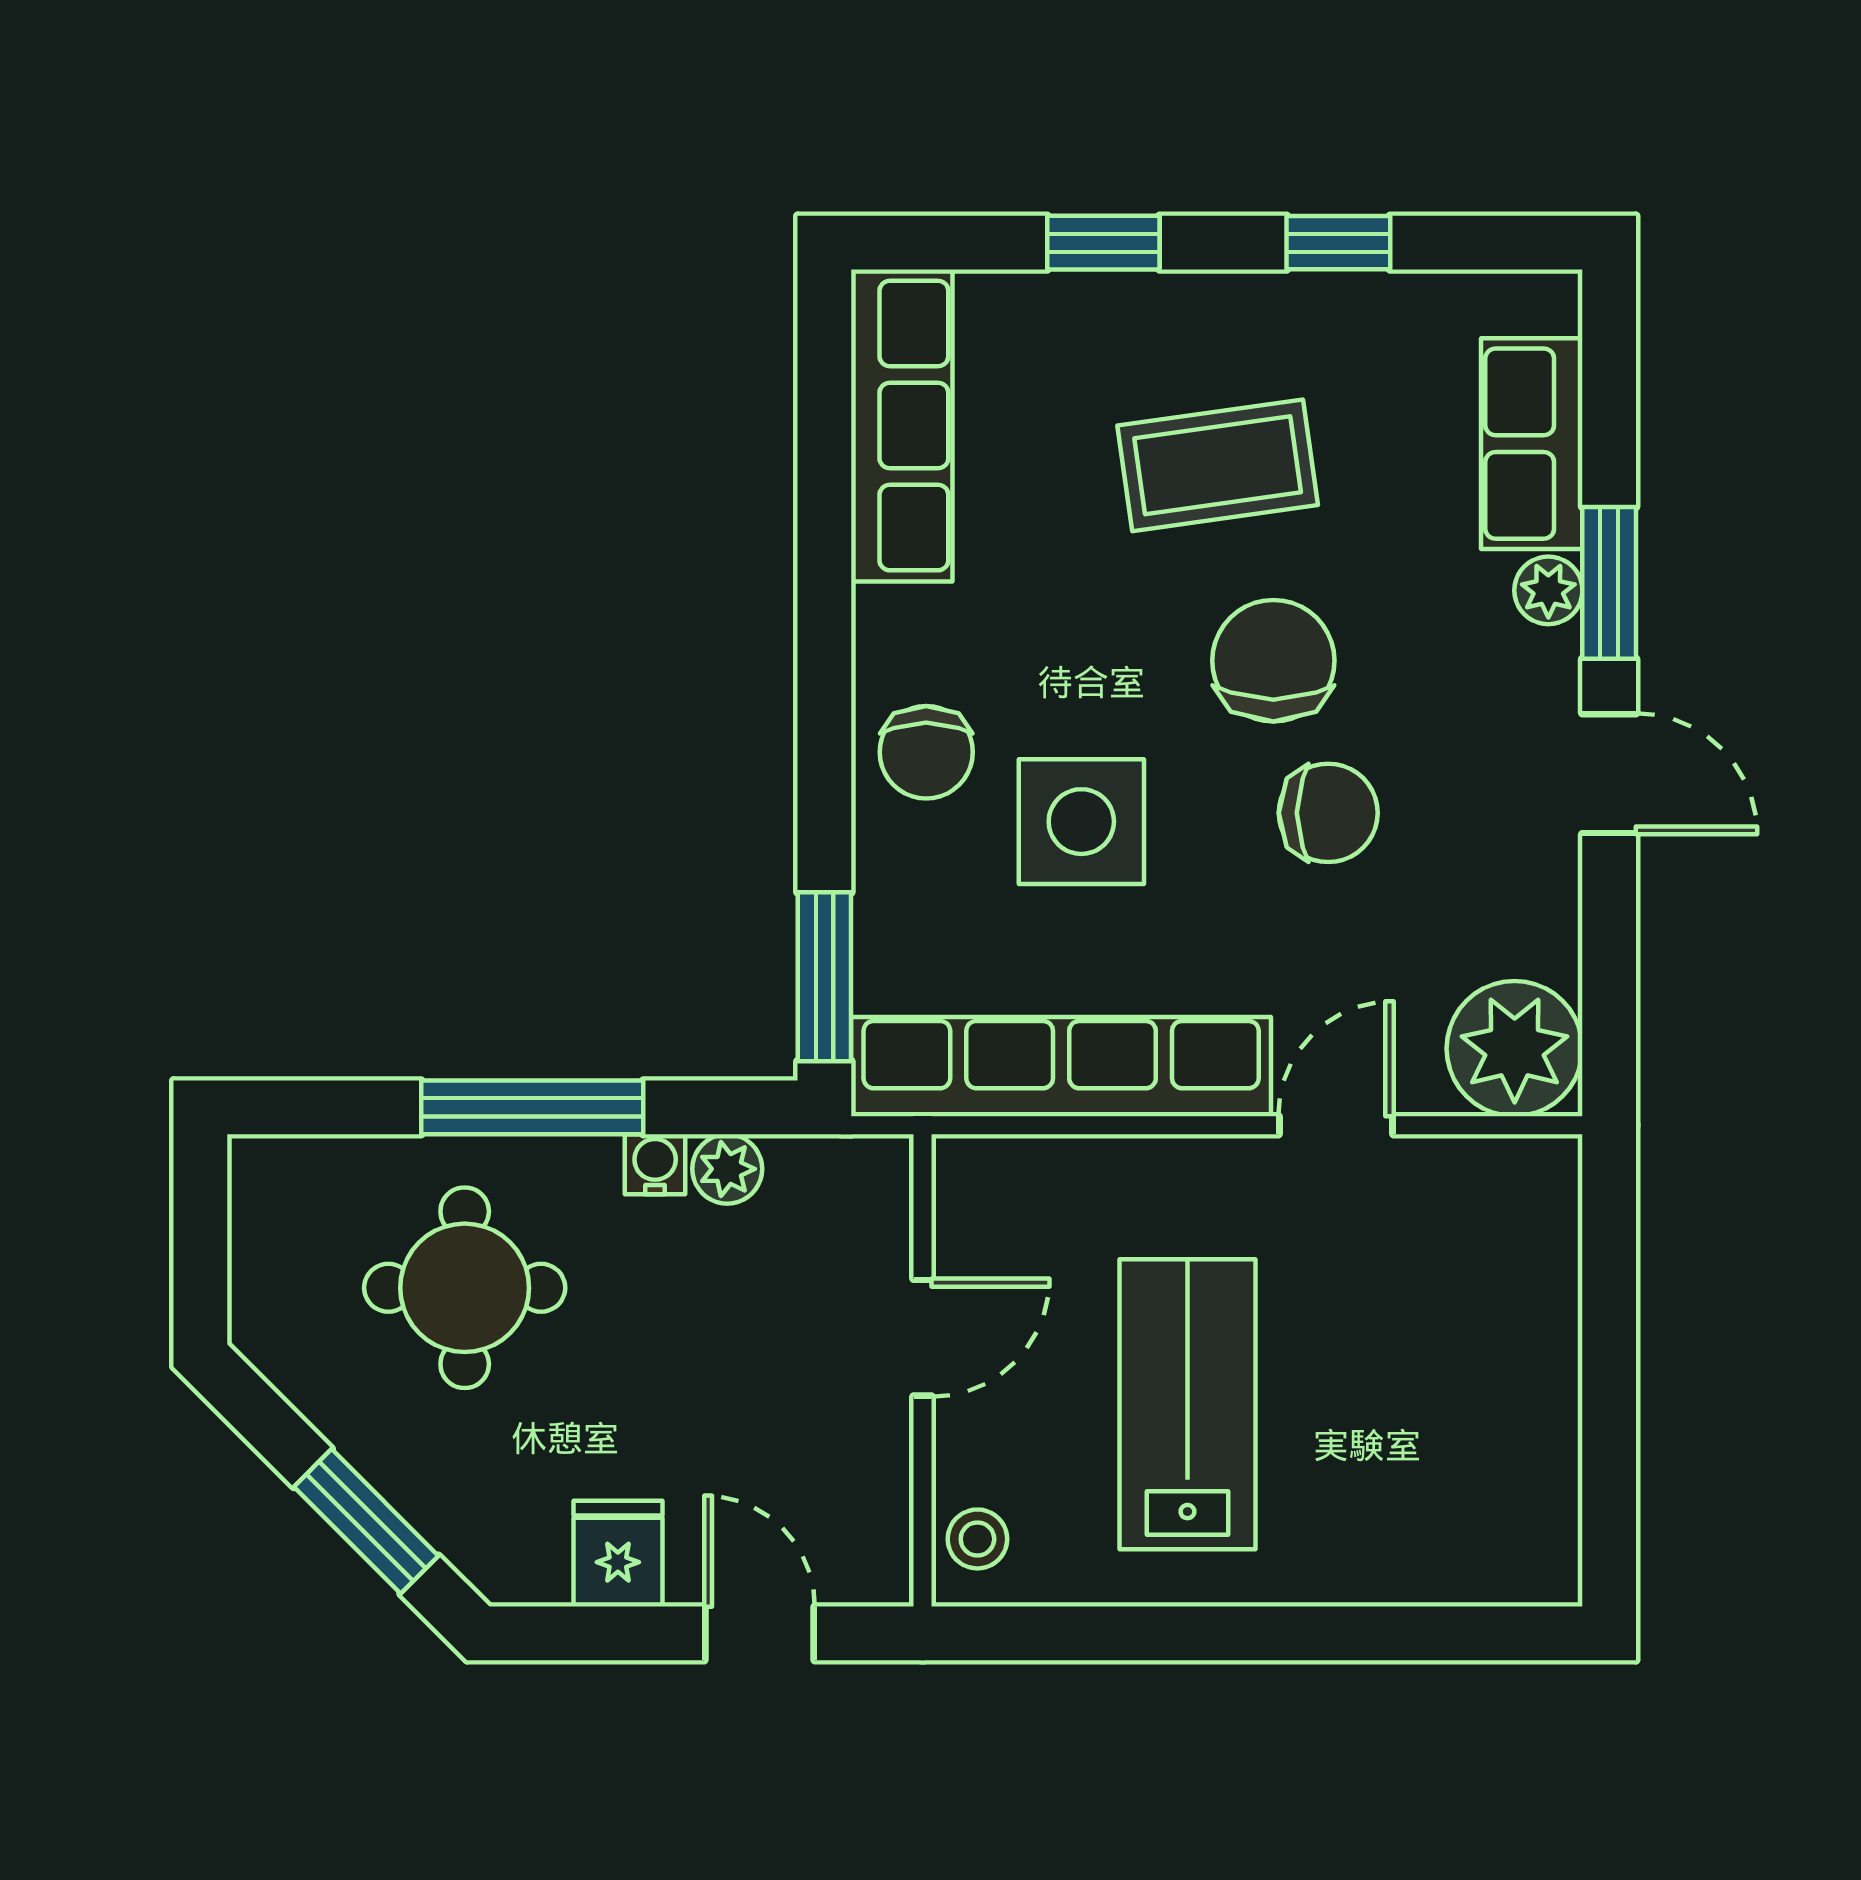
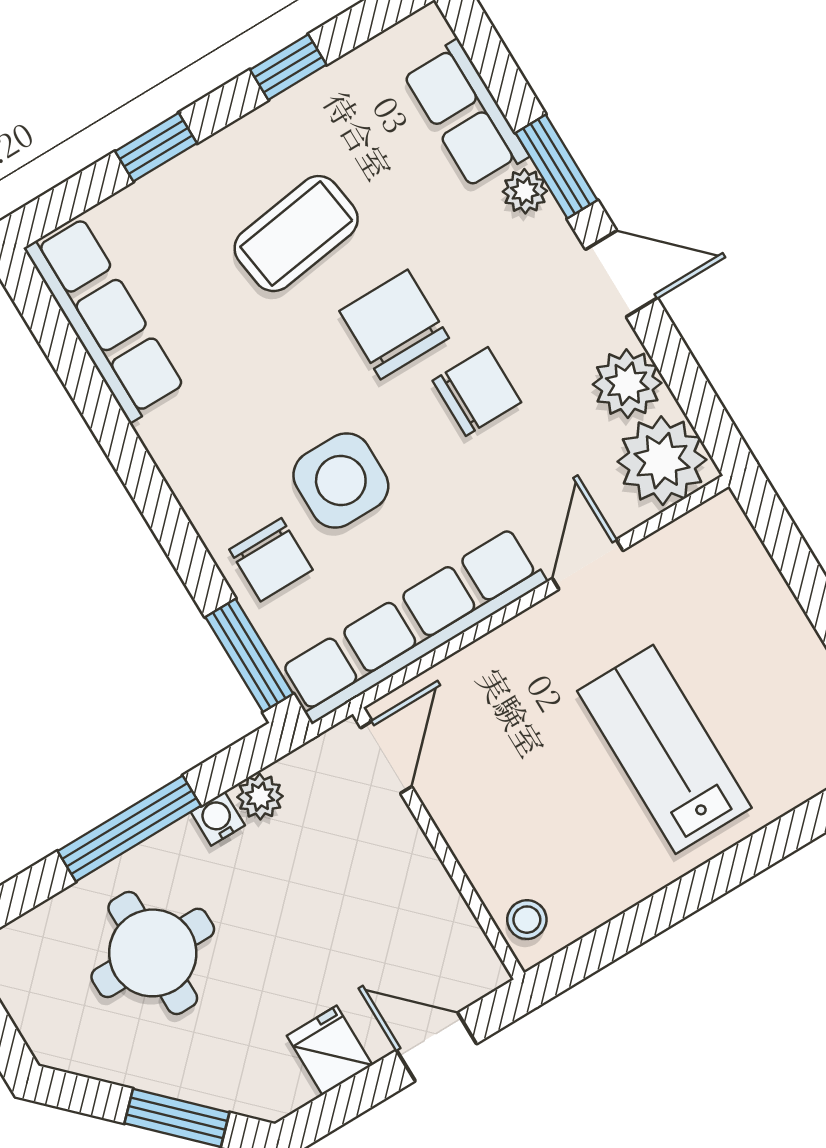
chair: (926, 752) -> (271, 560), moved
plant: (1530, 921) -> (627, 384), added
door: (923, 1338) -> (386, 757), moved
lab bench: (1187, 1404) -> (664, 749), moved

